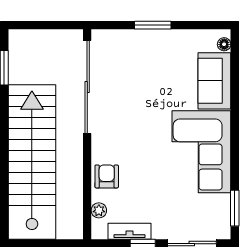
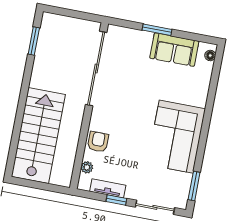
sofa: (214, 81) -> (174, 50), moved, turned -90
stairs: (32, 162) -> (38, 135), width x0.73

